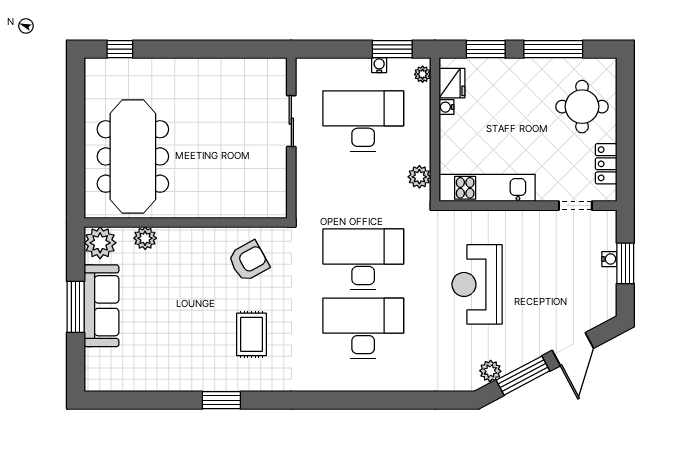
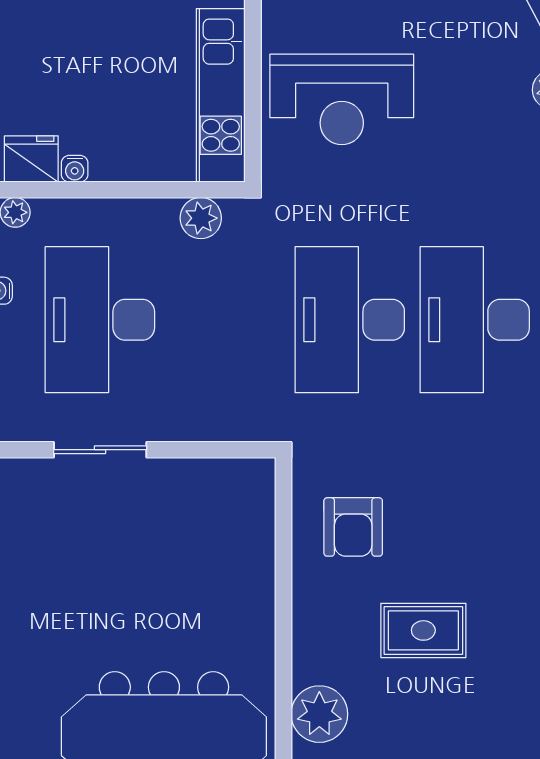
plant: (145, 238) -> (319, 714), width x1.36, depth x1.36
armchair: (249, 261) -> (353, 527), turned -151
reception desk: (477, 284) -> (342, 99), moved
rug: (251, 334) -> (423, 630), moved

